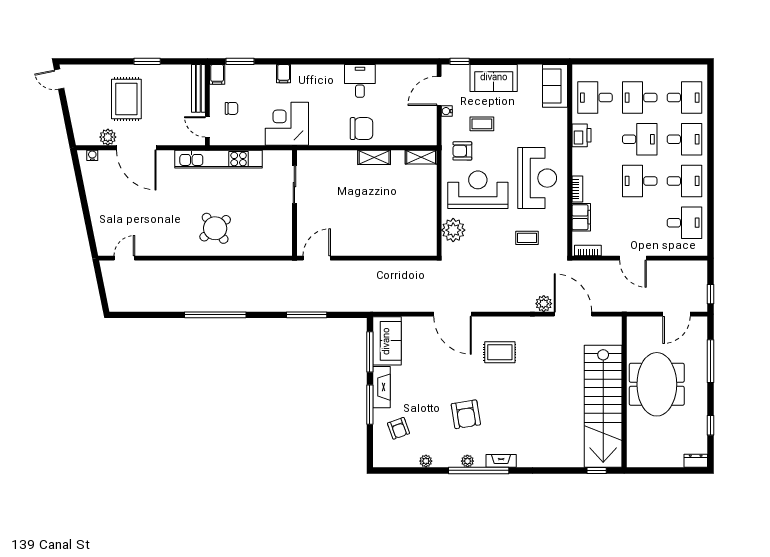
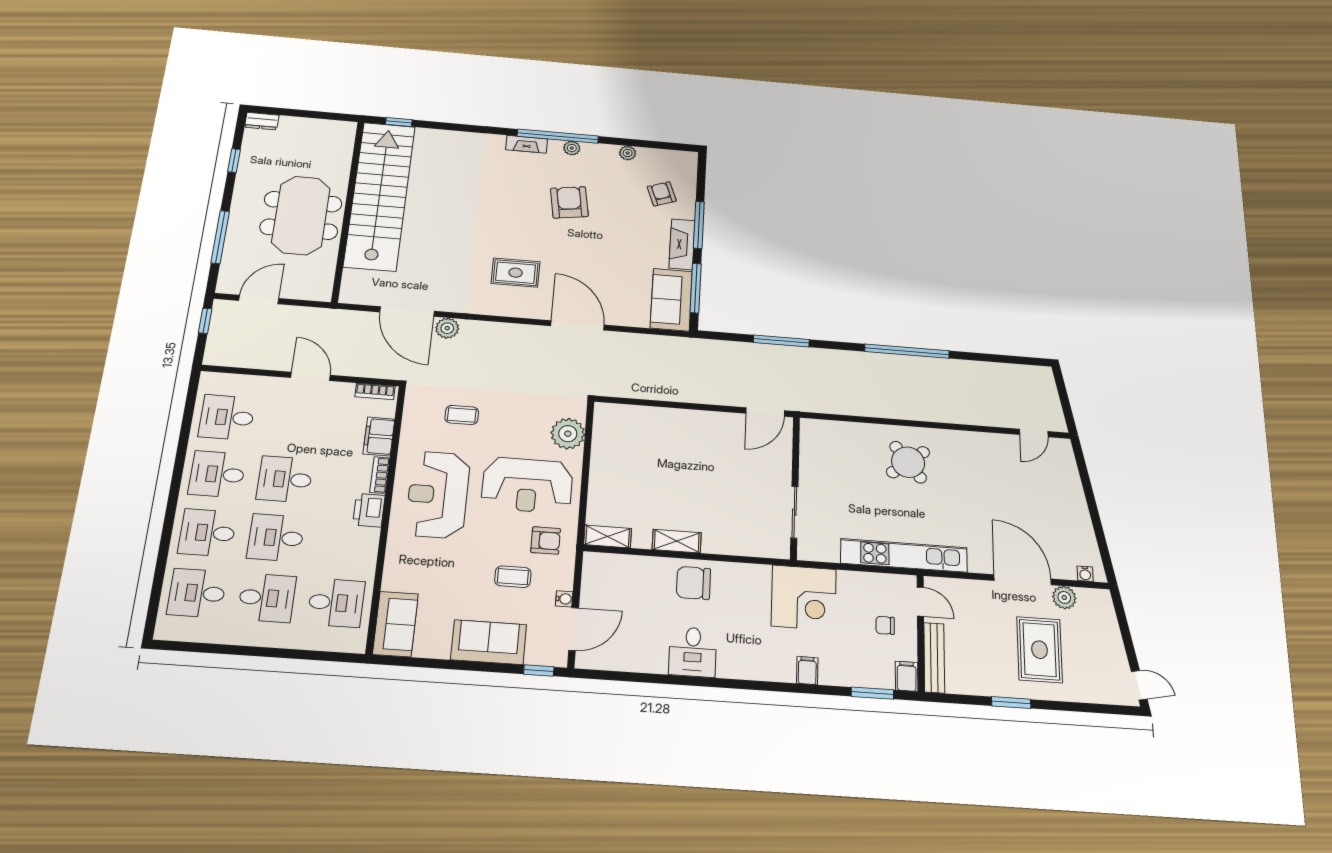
printer: (582, 135) -> (369, 510), moved
desk: (640, 181) -> (285, 479), turned 180

